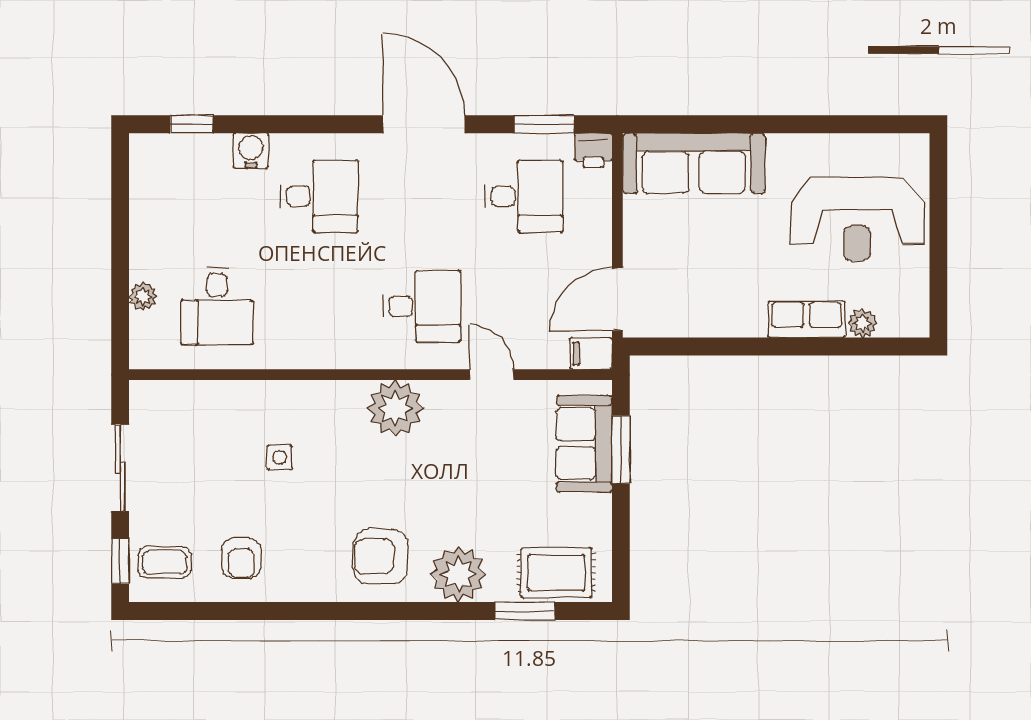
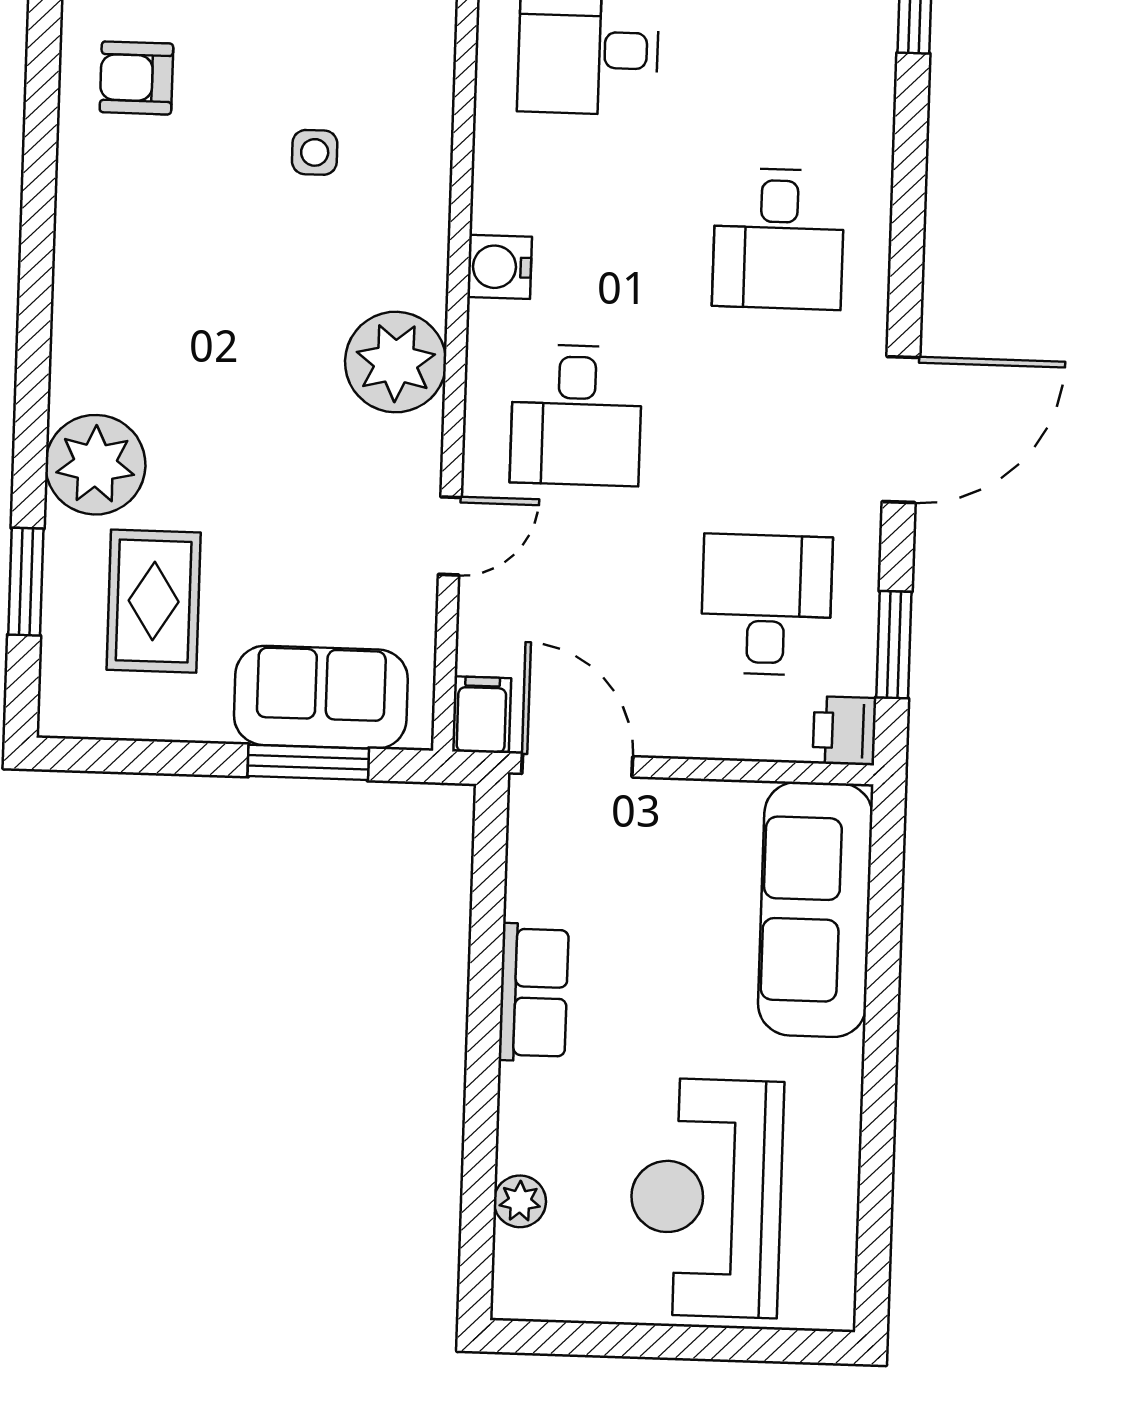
water cooler: (251, 151) -> (499, 267), moved, turned 180
desk: (524, 196) -> (766, 605), turned 180
row of seats: (807, 319) -> (534, 992), moved
armchair: (381, 556) -> (132, 327), removed
rug: (556, 573) -> (154, 601), moved

